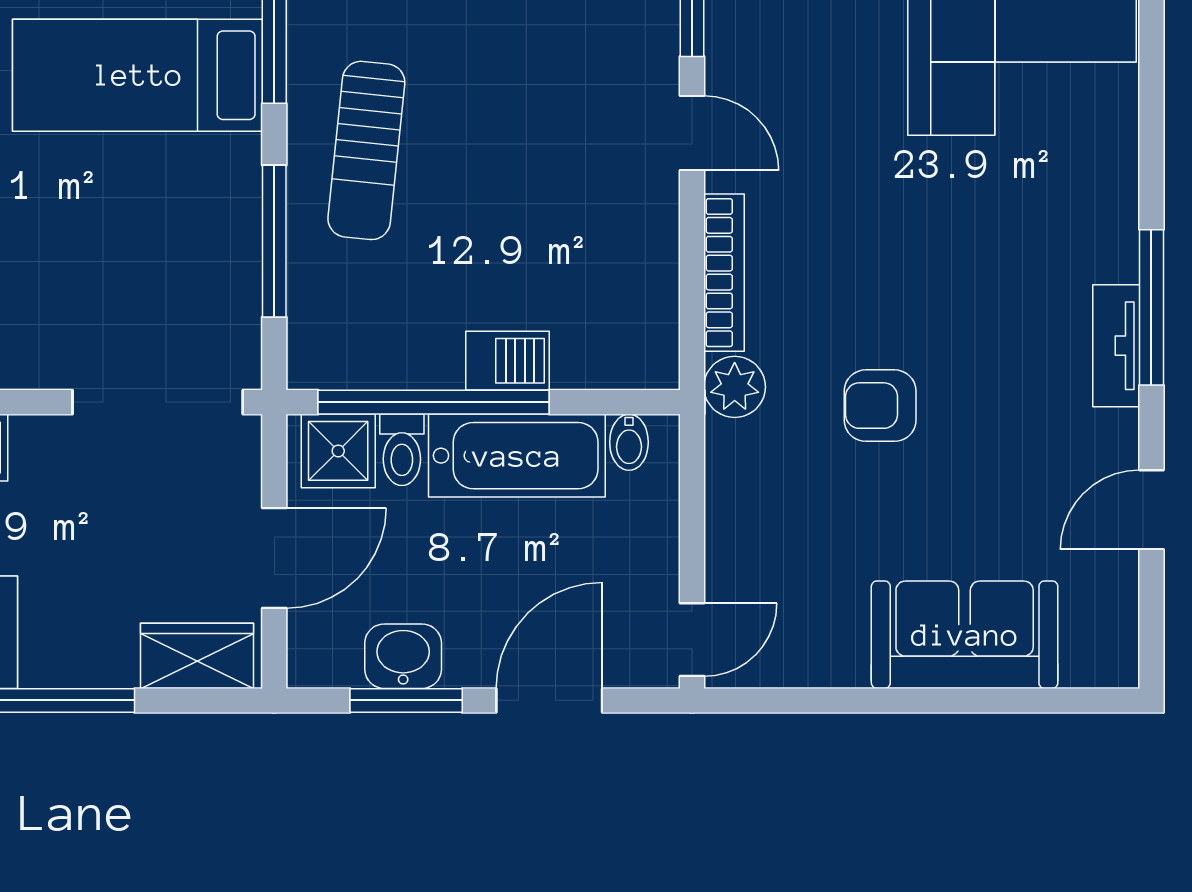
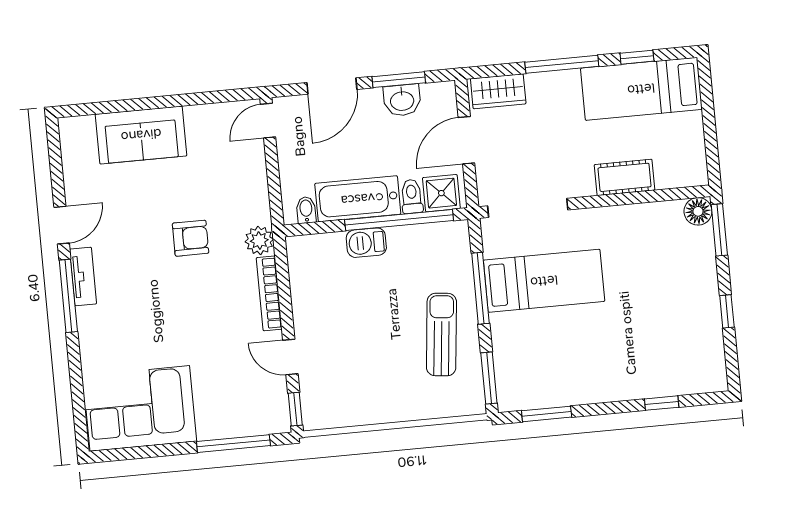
bed: (138, 75) -> (544, 281), moved
door: (1151, 510) -> (62, 225), moved

